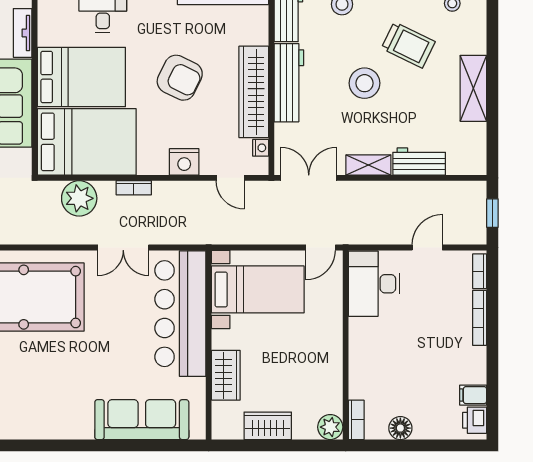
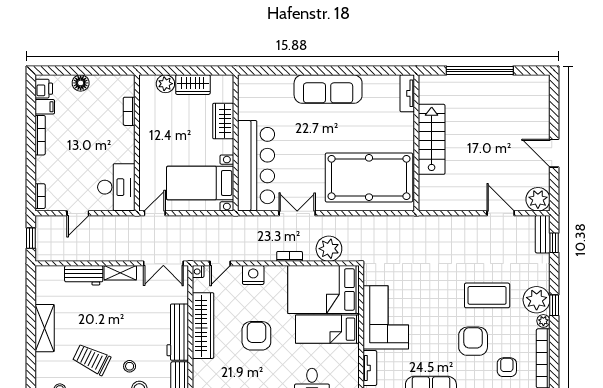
bed: (81, 77) -> (327, 329), width x0.67
armchair: (180, 78) -> (256, 336), turned 64
stool: (365, 83) -> (130, 366), moved, width x0.53, depth x0.53
nightstand: (261, 148) -> (198, 272), moved
door: (230, 178) -> (220, 263), swing flipped
bookcase: (480, 318) -> (40, 135), moved
sofa: (142, 420) -> (328, 89), moved
bookcase: (356, 420) -> (129, 111), moved
plant: (330, 427) -> (165, 84), moved
floor lamp: (400, 428) -> (81, 83), moved

